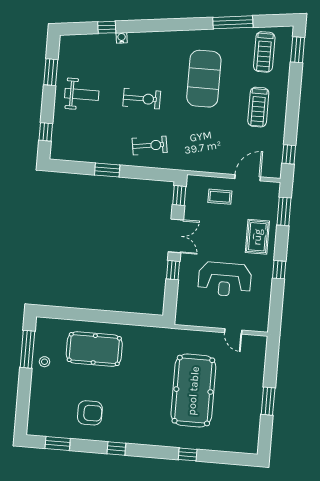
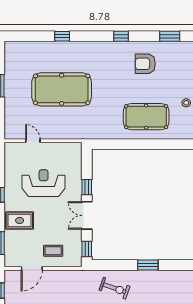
exercise bike: (150, 145) -> (115, 288), turned -152
rug: (257, 237) -> (20, 220), turned 90
pool table: (193, 391) -> (62, 89), turned 90

